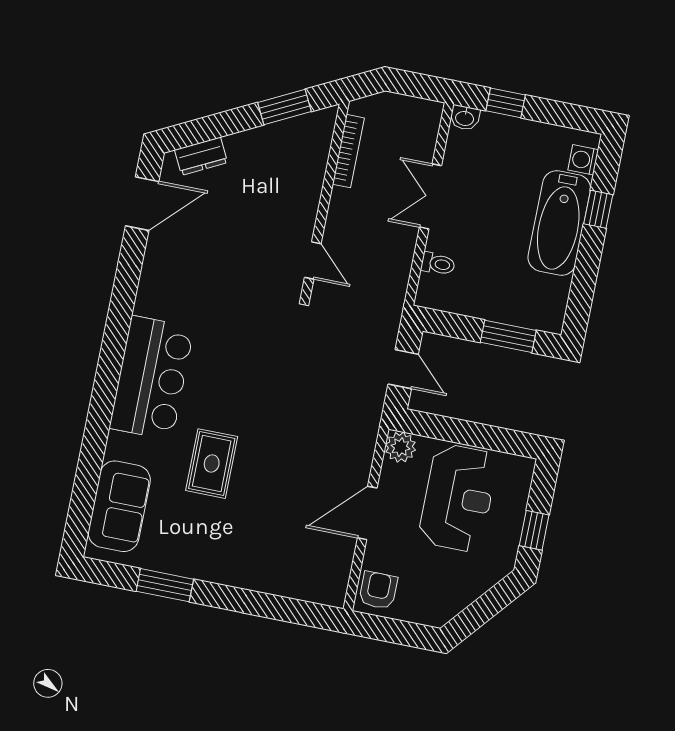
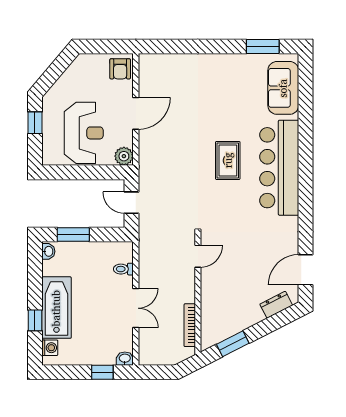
door: (313, 261) -> (198, 256), swing flipped
washbasin: (554, 317) -> (48, 251), added
bar counter: (152, 378) -> (279, 168), width x1.36
rug: (212, 464) -> (228, 160), moved
reception desk: (458, 498) -> (84, 133), turned 180
window: (165, 585) -> (263, 47), moved

